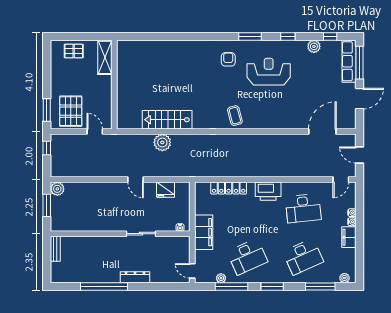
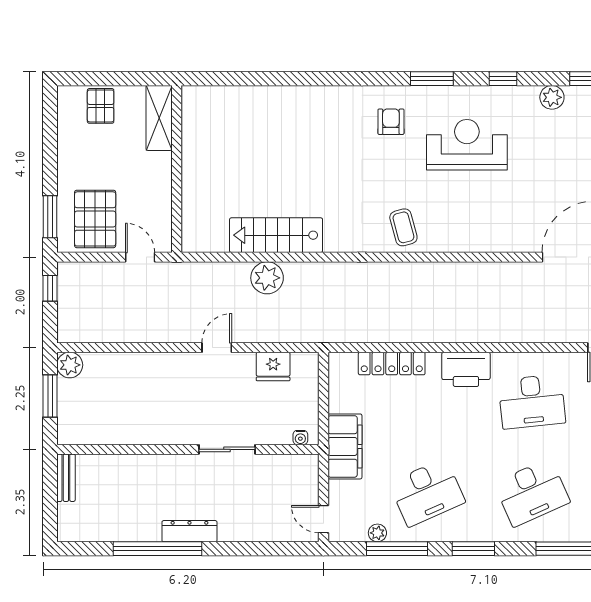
pallet: (74, 51) -> (101, 106), turned 90
door: (136, 180) -> (217, 348), swing flipped
dresser: (135, 277) -> (189, 531), moved

